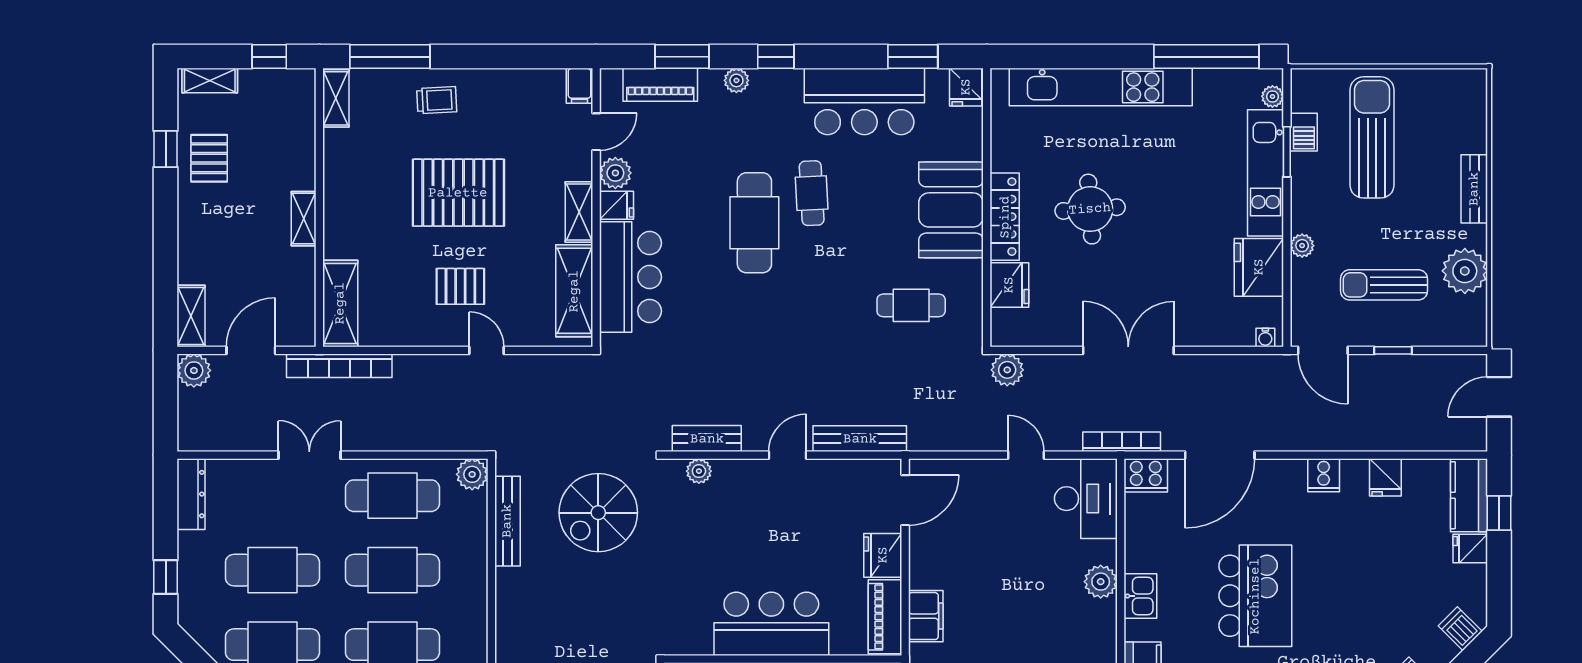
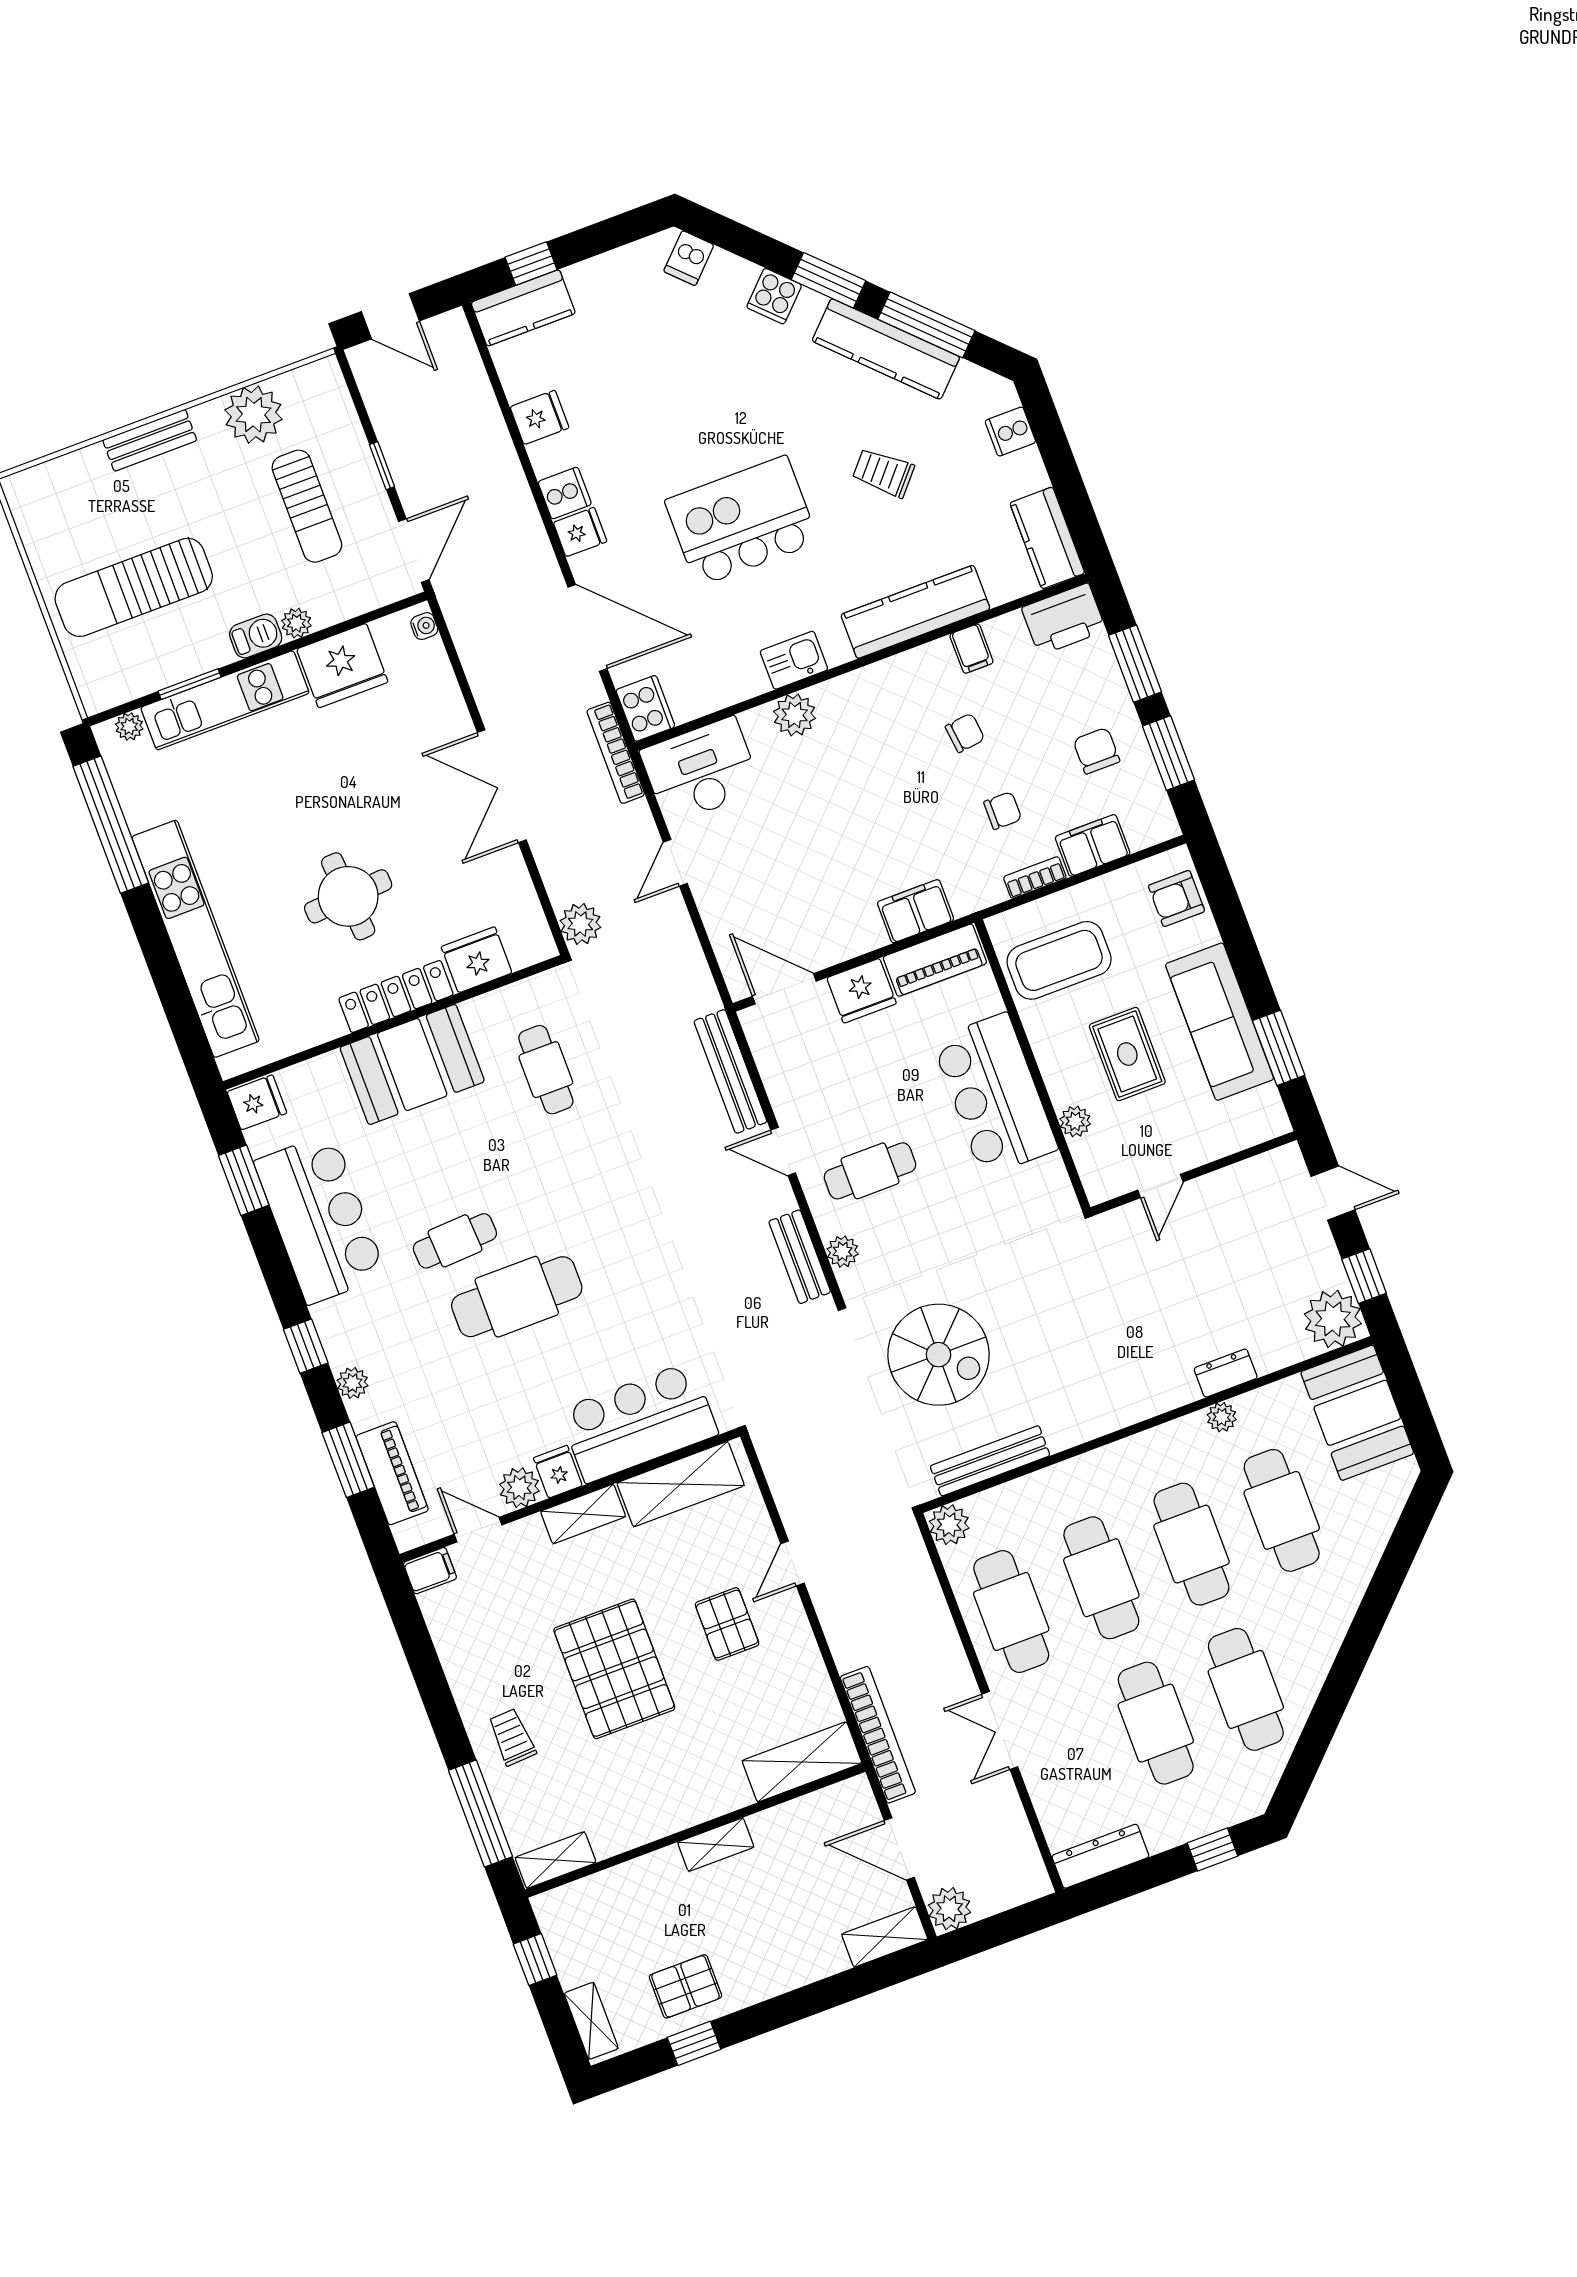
barbecue: (1304, 132) -> (256, 636), moved
cafe table: (750, 513) -> (870, 1171), added
fridge: (1470, 549) -> (580, 532), moved, turned -90

